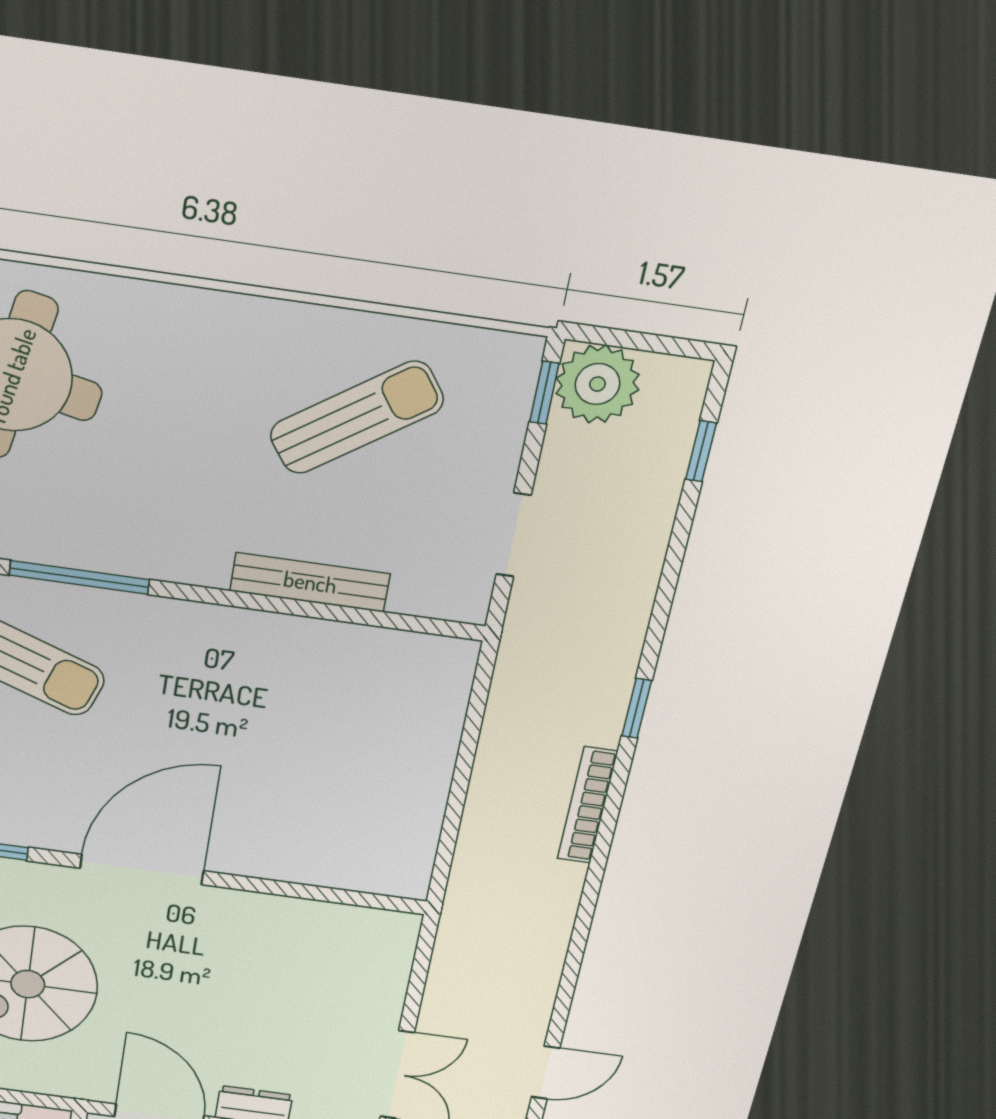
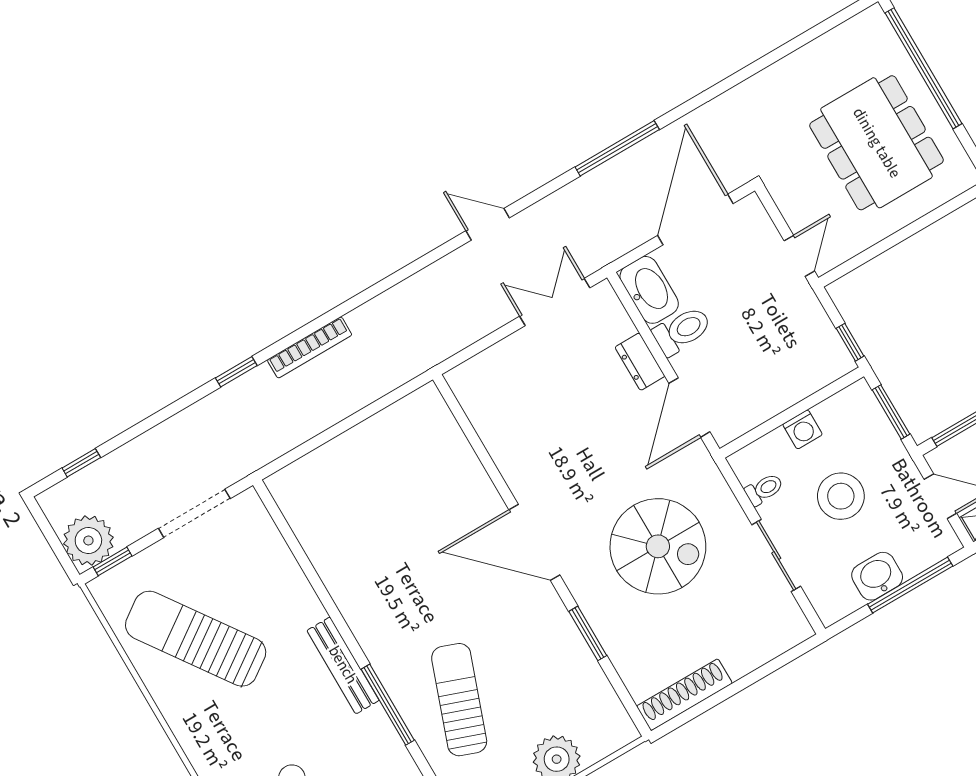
sun lounger: (357, 418) -> (196, 639), width x1.36, depth x1.34
doorway: (514, 535) -> (194, 513), width x1.38
bench: (310, 582) -> (343, 665), moved

